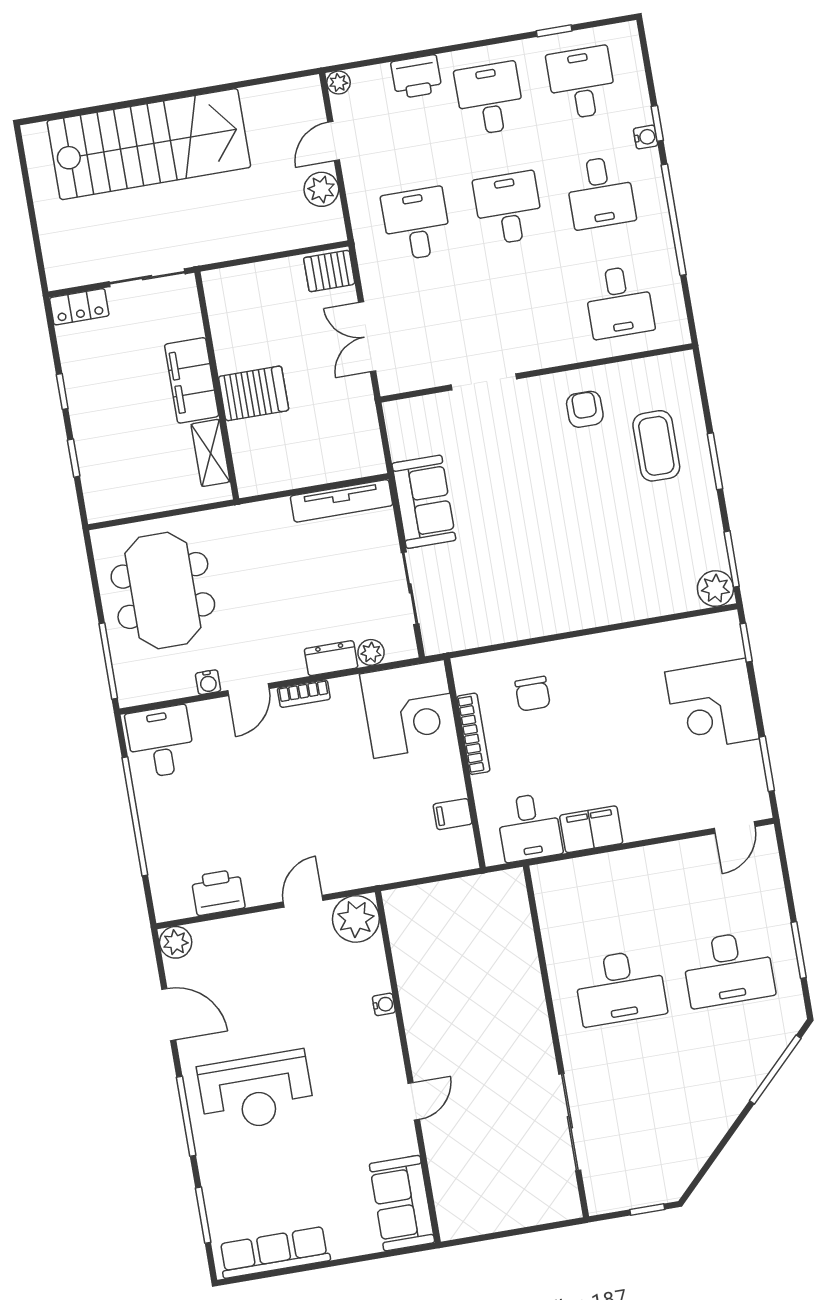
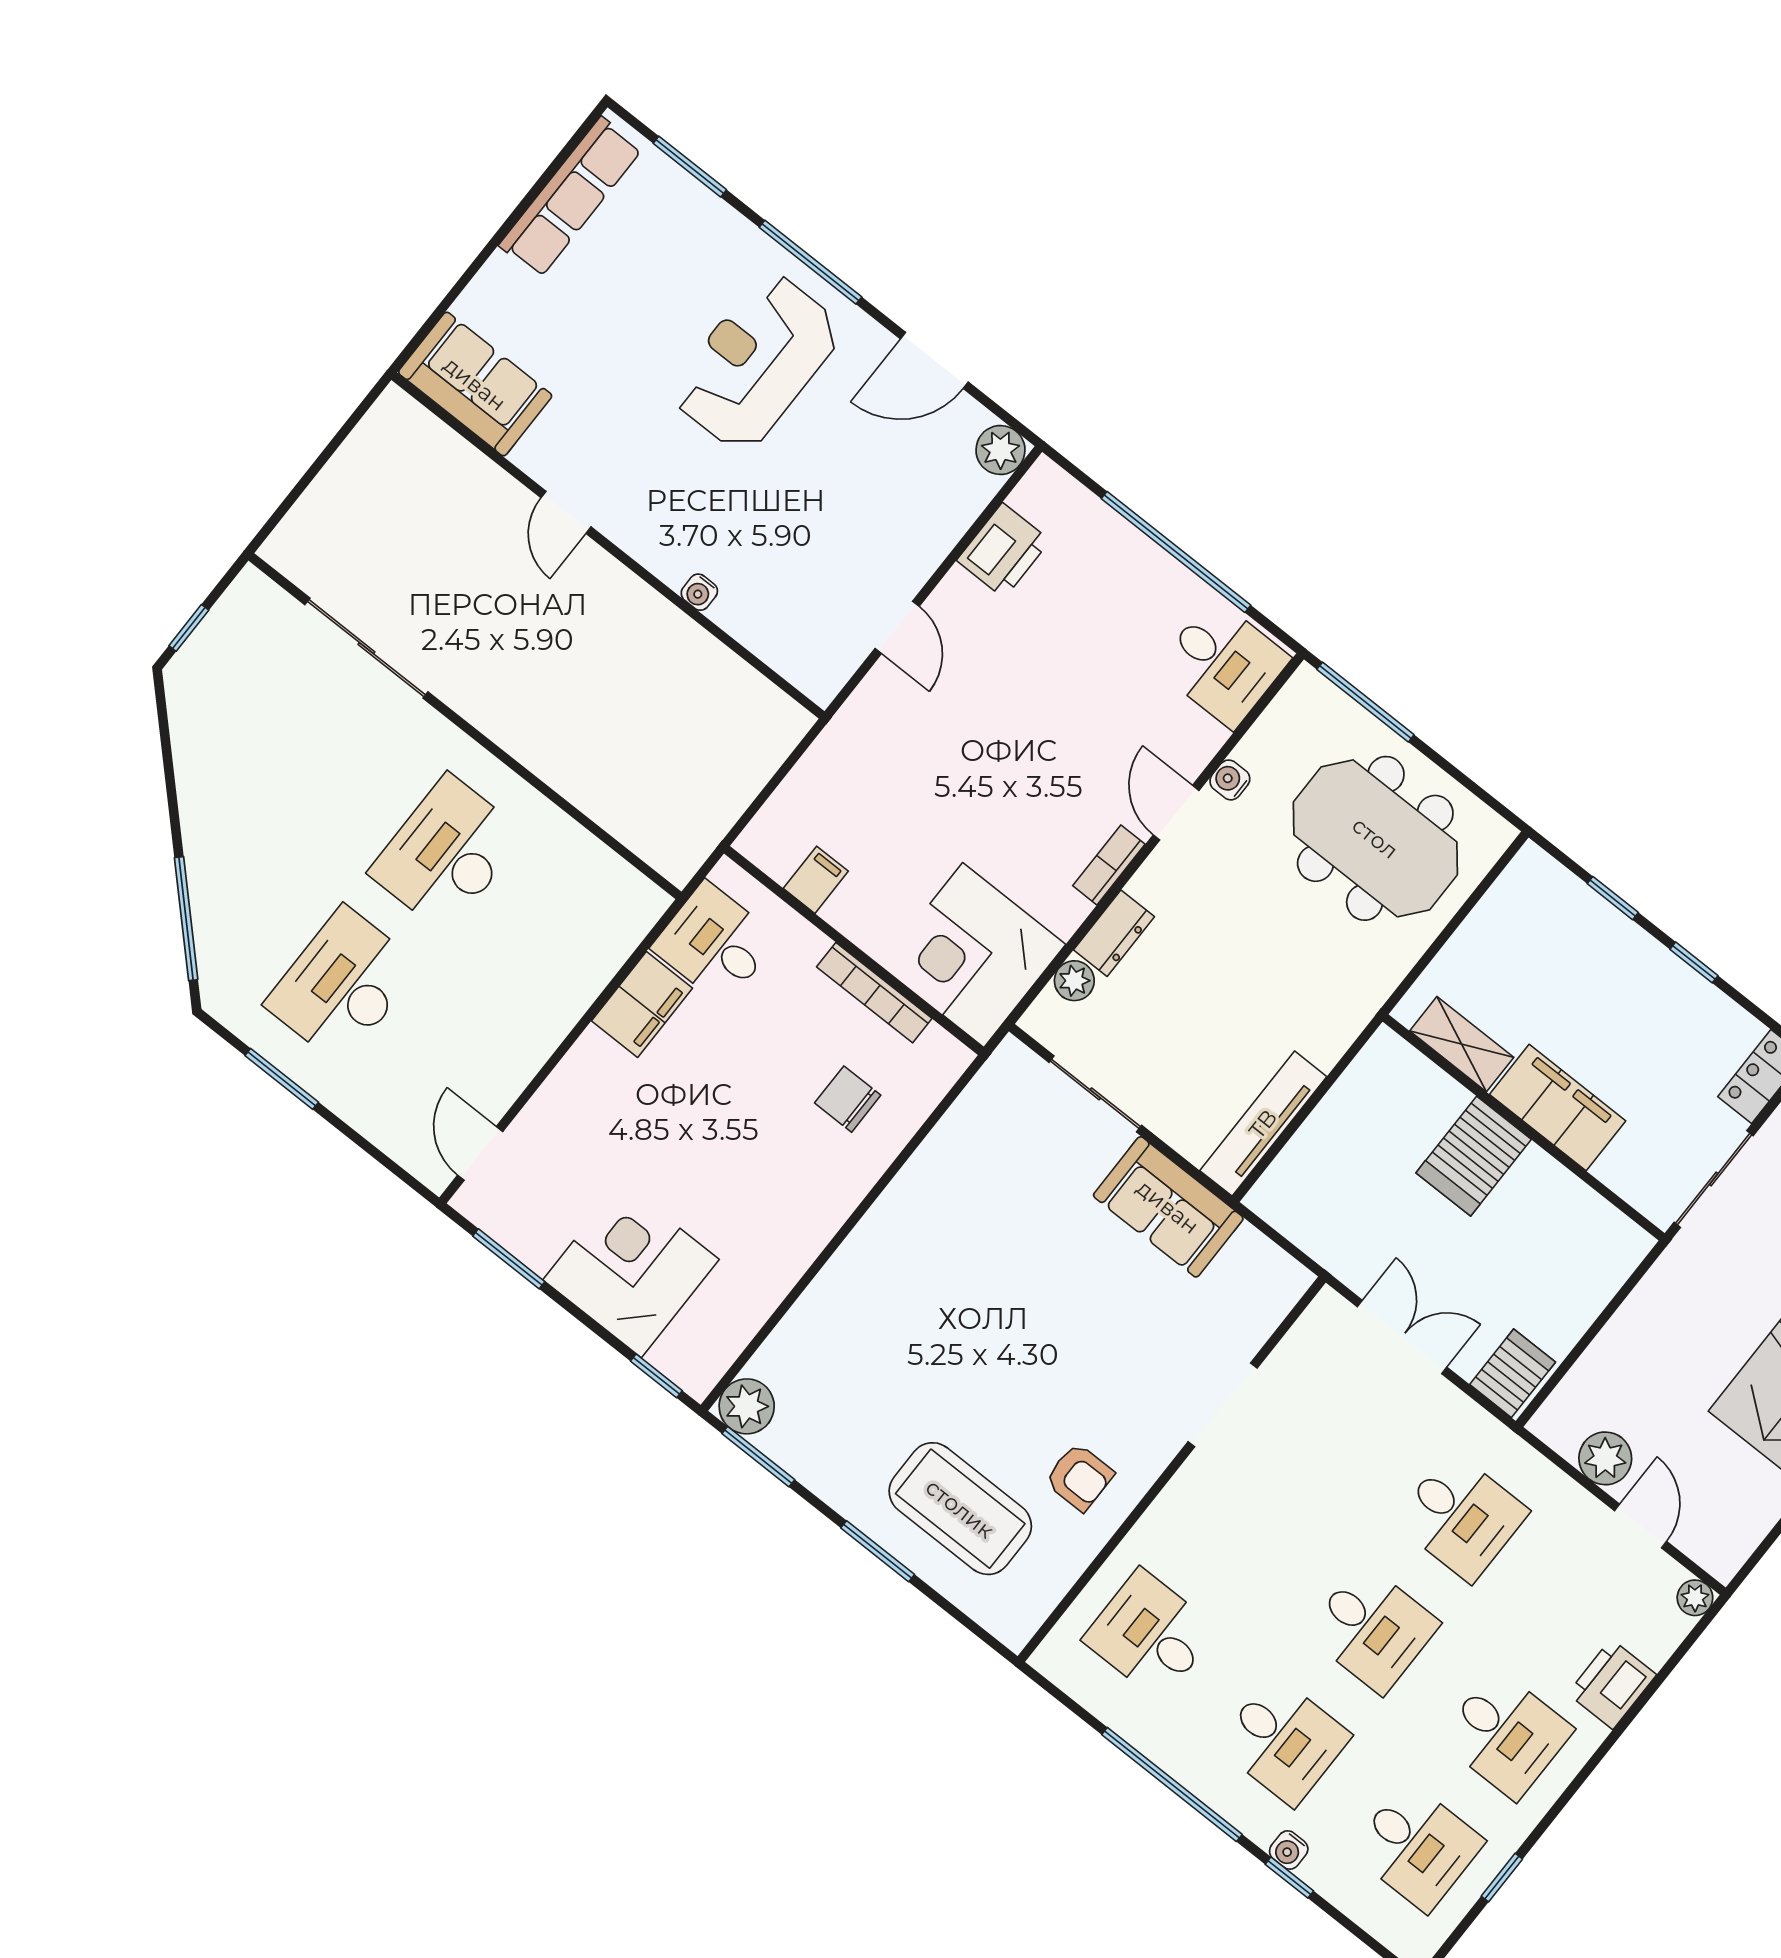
desk: (600, 192) -> (1284, 1740), turned 180
coffee table: (656, 446) -> (960, 1509), width x1.36, depth x1.32
plant: (356, 919) -> (819, 661), removed

